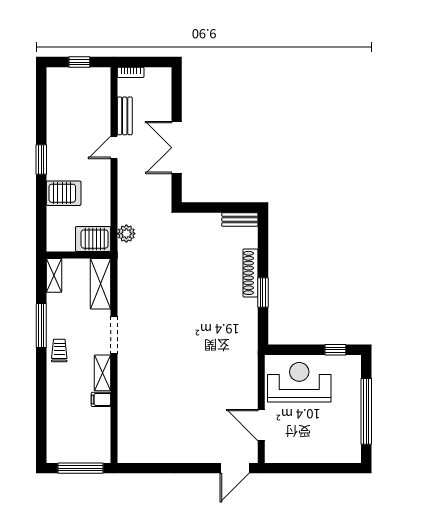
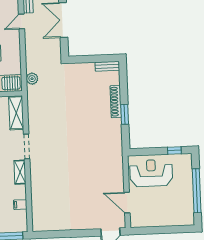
filing cabinet: (101, 399) -> (20, 205), moved

